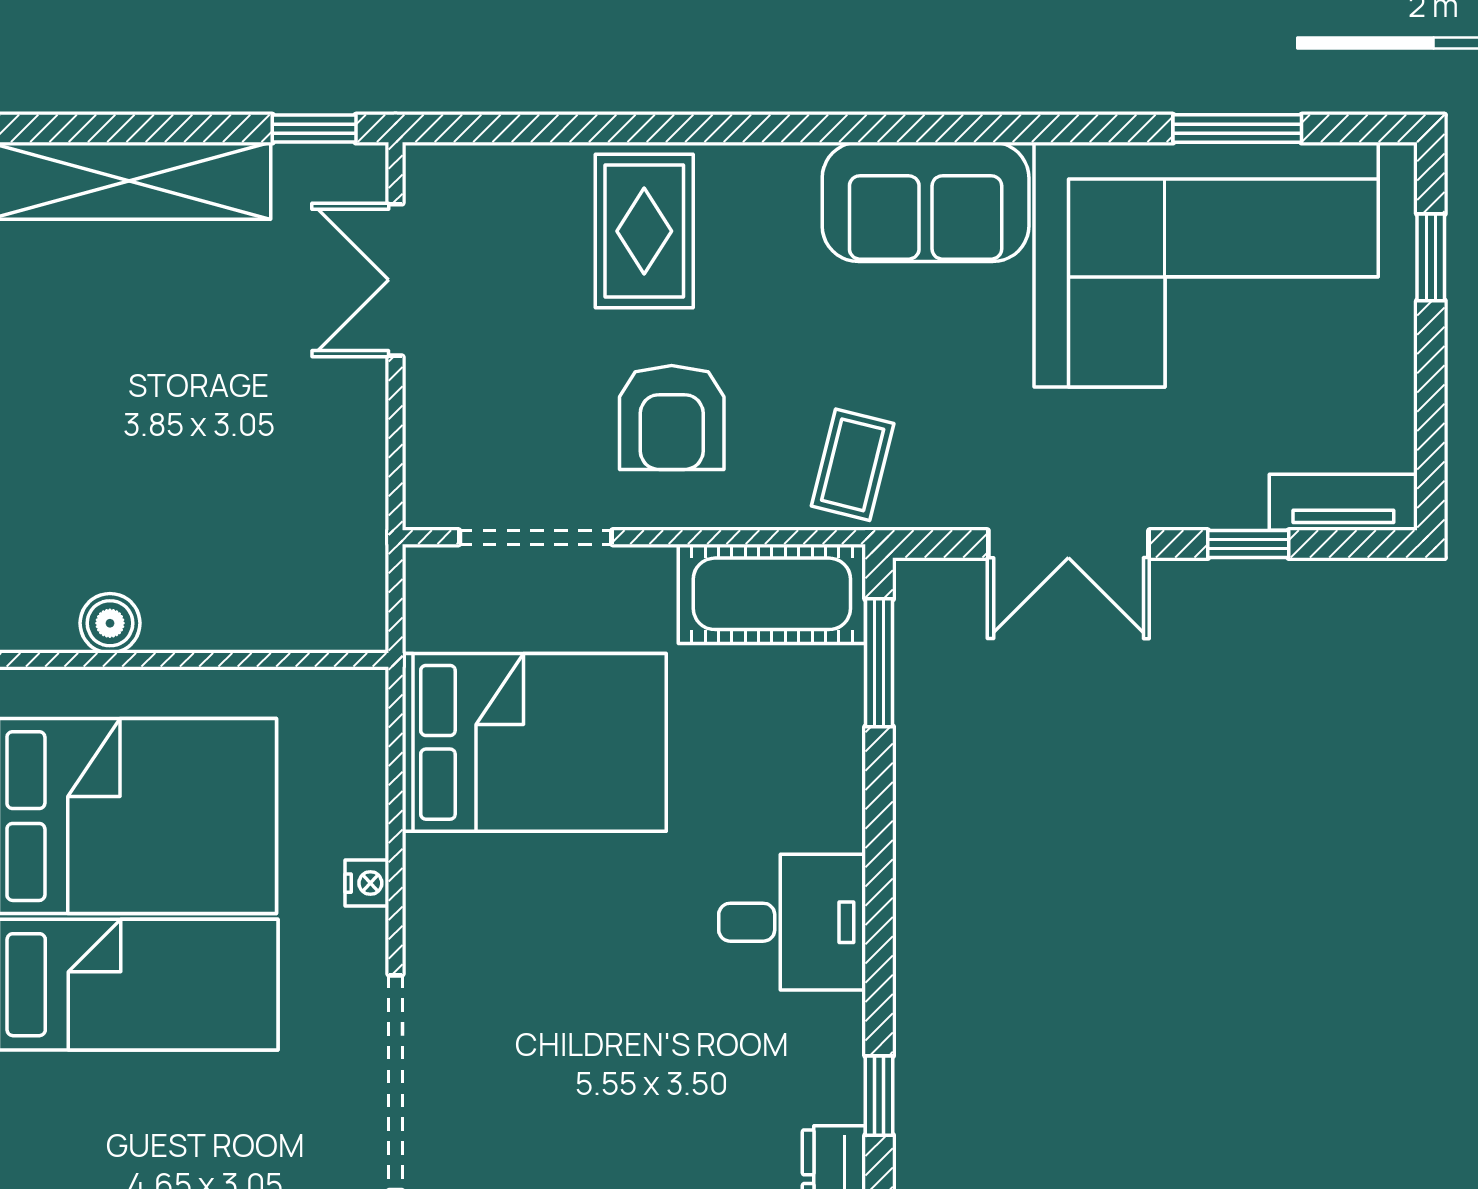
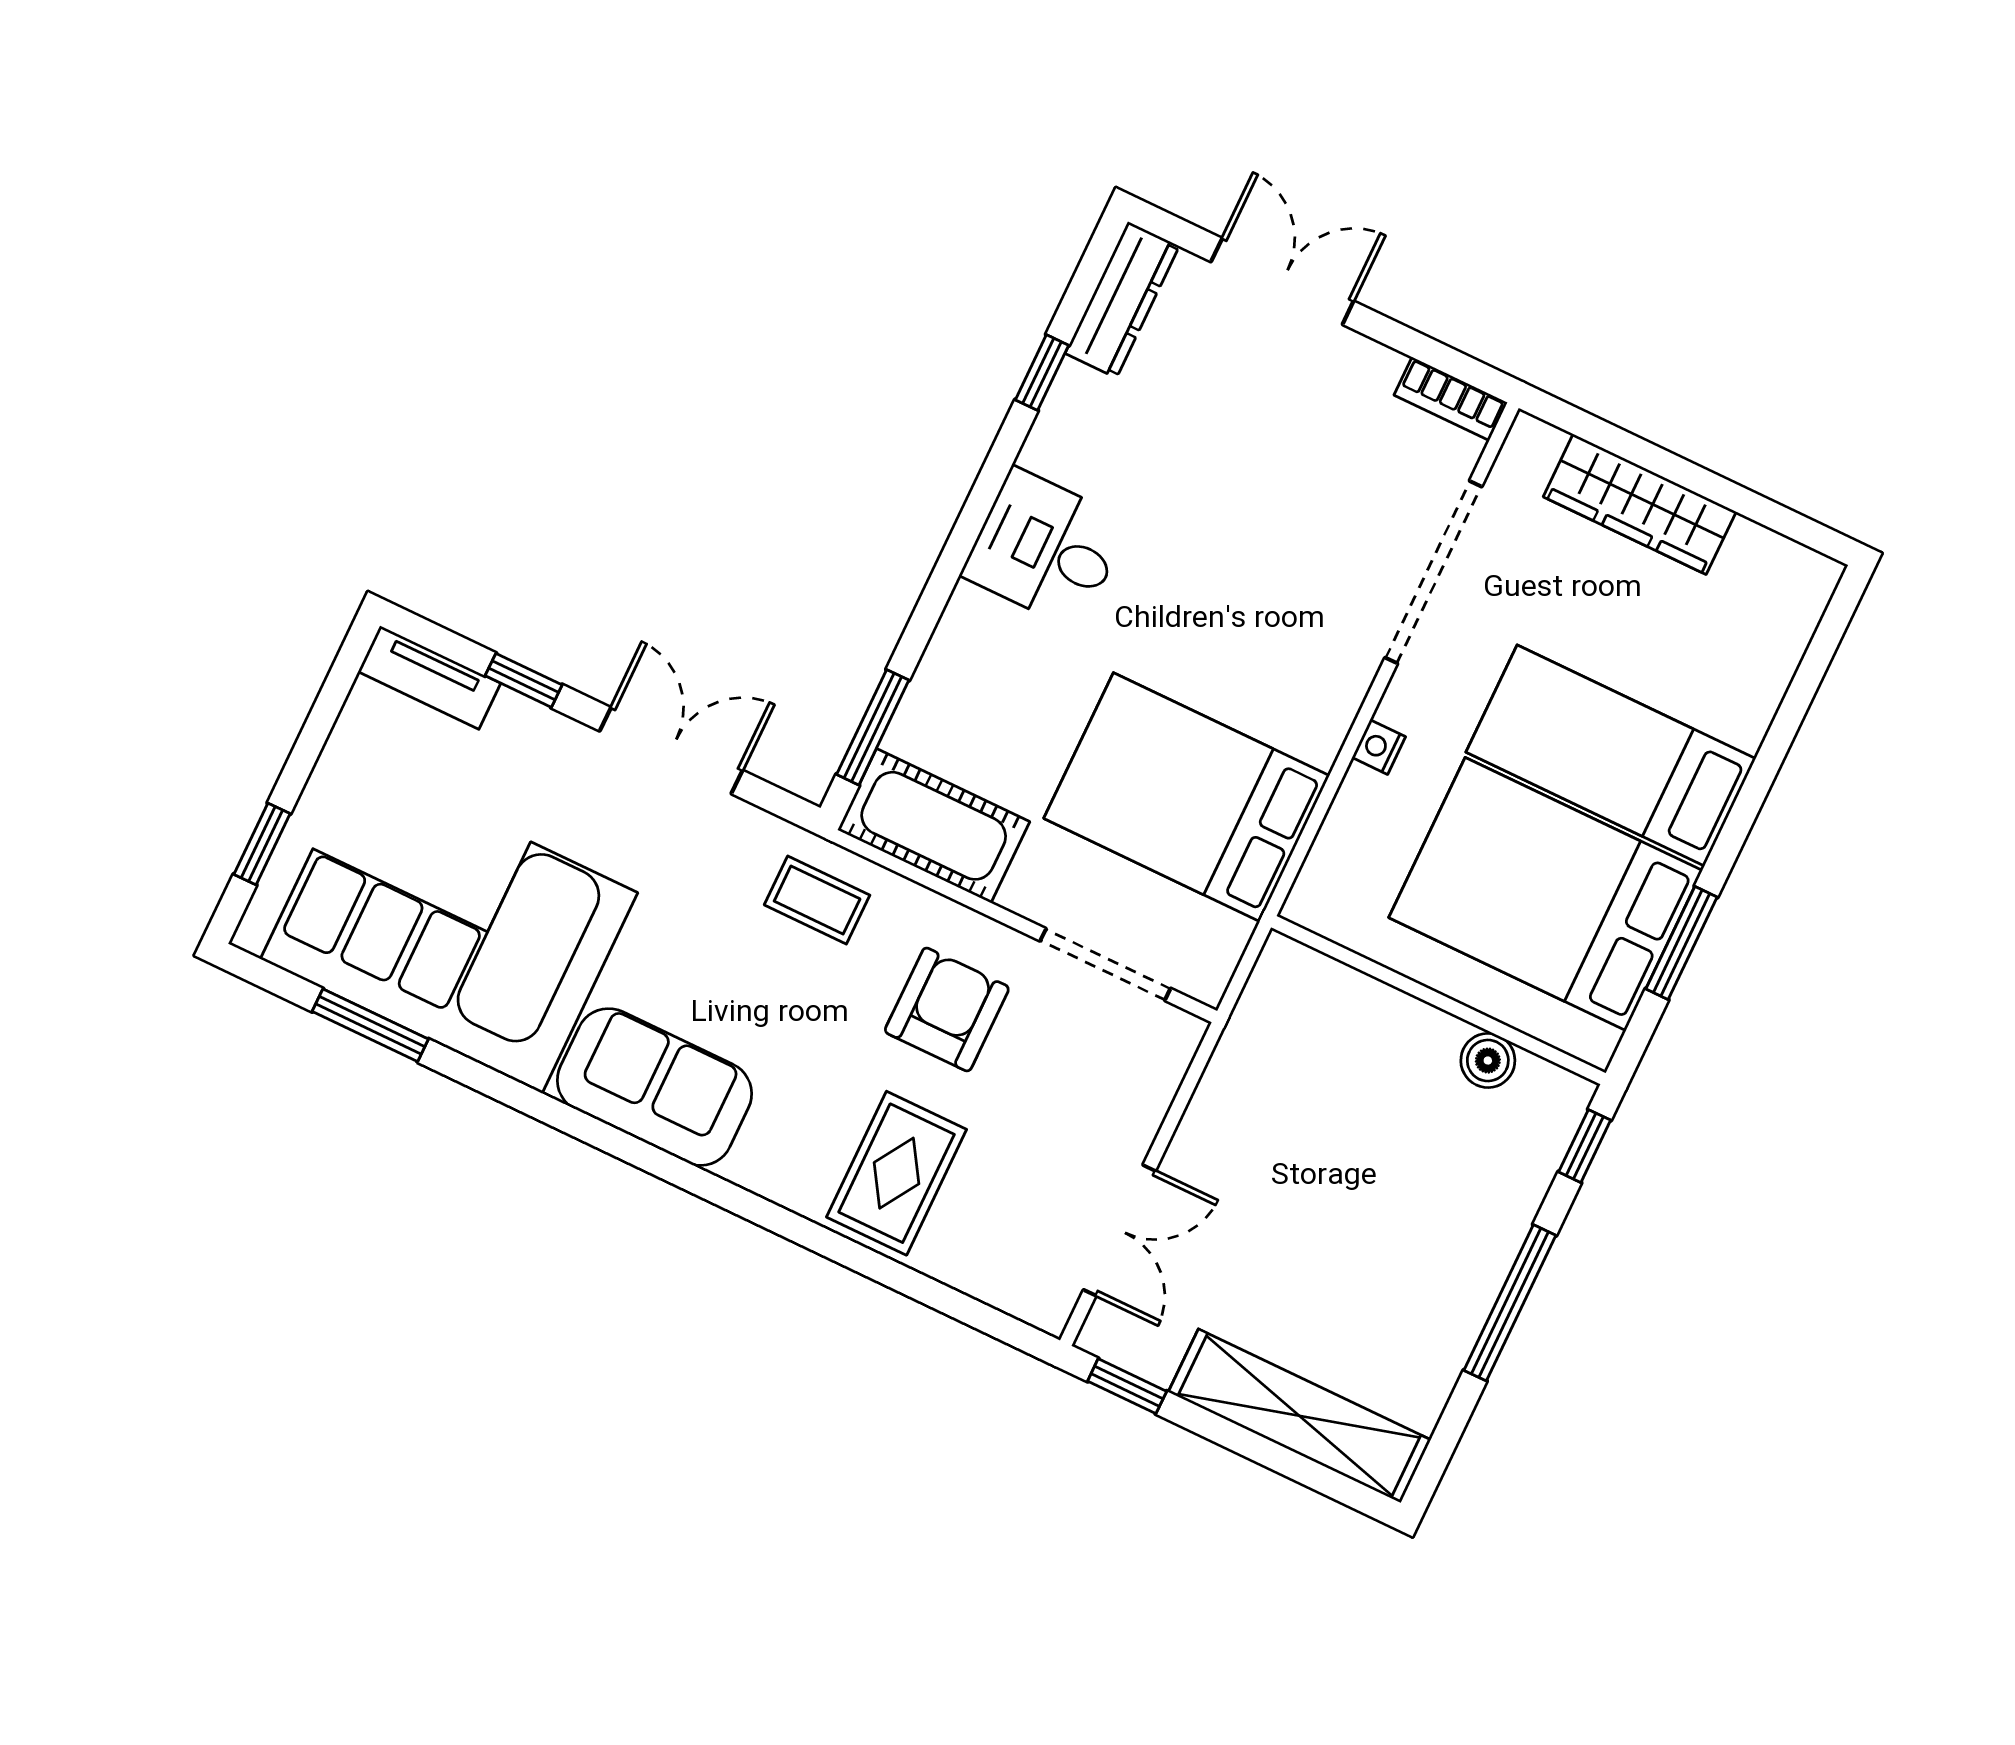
coffee table: (853, 465) -> (817, 900), turned 76

